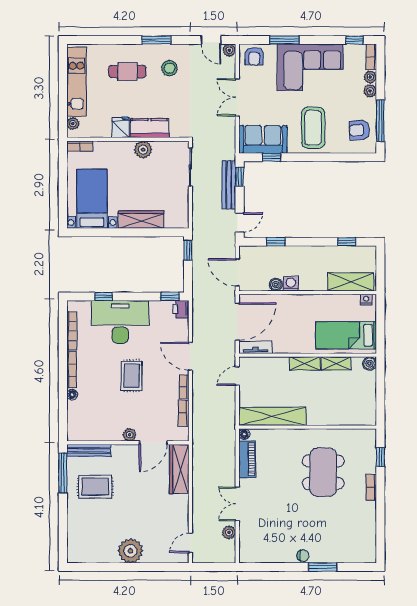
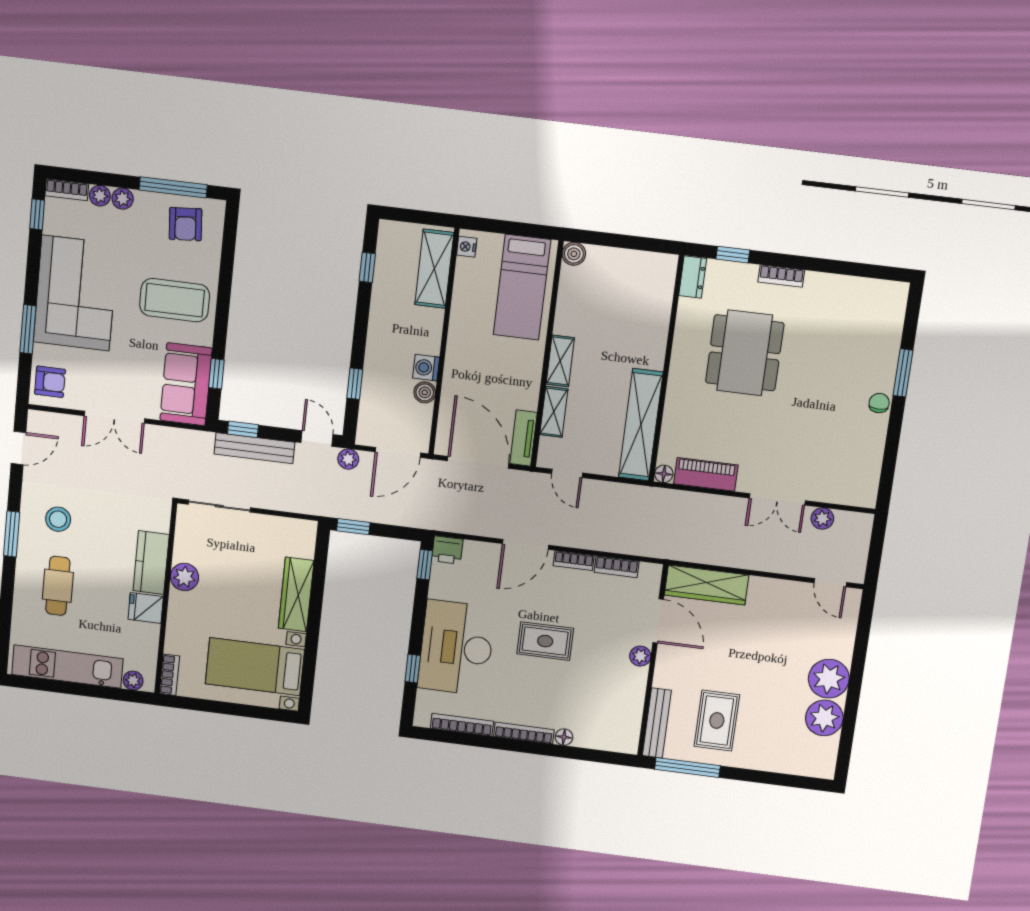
plant: (229, 50) -> (348, 459), moved
shelving: (336, 363) -> (554, 412), moved
dresser: (364, 435) -> (693, 277), added
dining table: (323, 472) -> (745, 353), turned 90
plant: (105, 552) -> (824, 718), added

